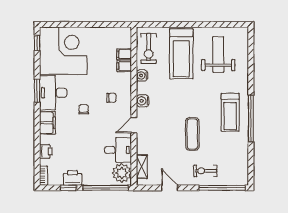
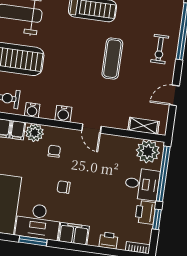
plant: (124, 80) -> (35, 133), added
exercise mat: (192, 134) -> (112, 59), turned 90
desk: (118, 150) -> (142, 184), moved, turned 90

